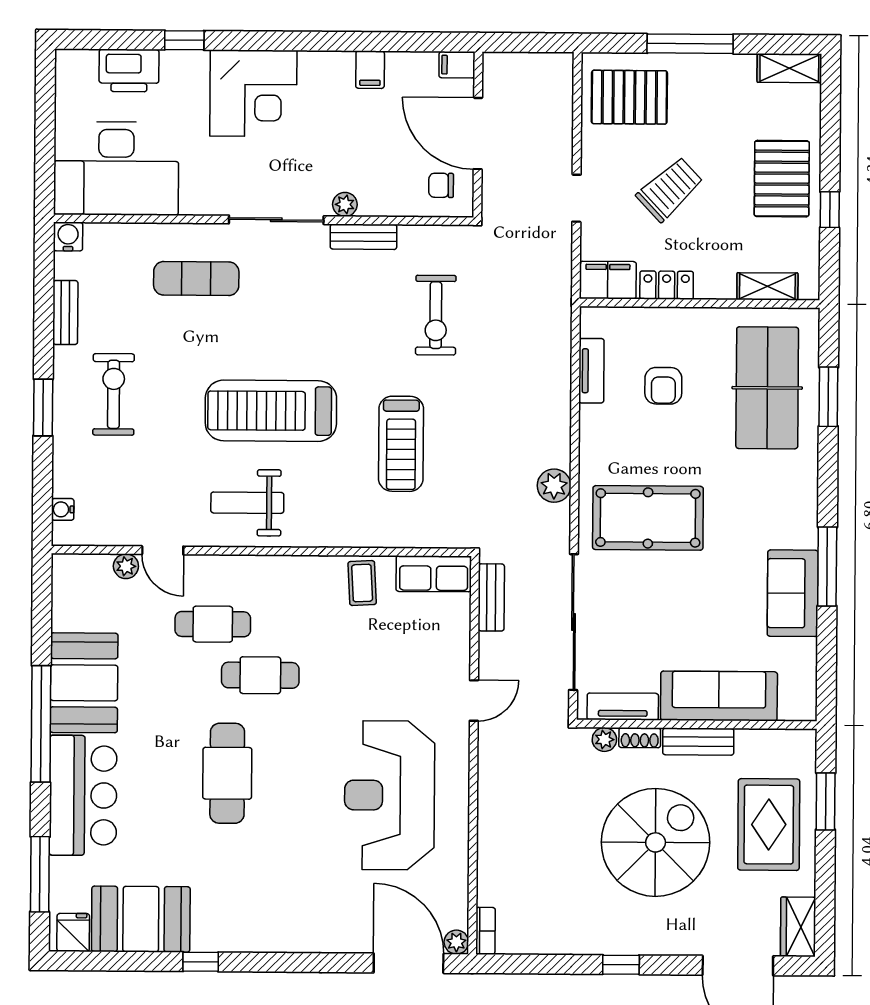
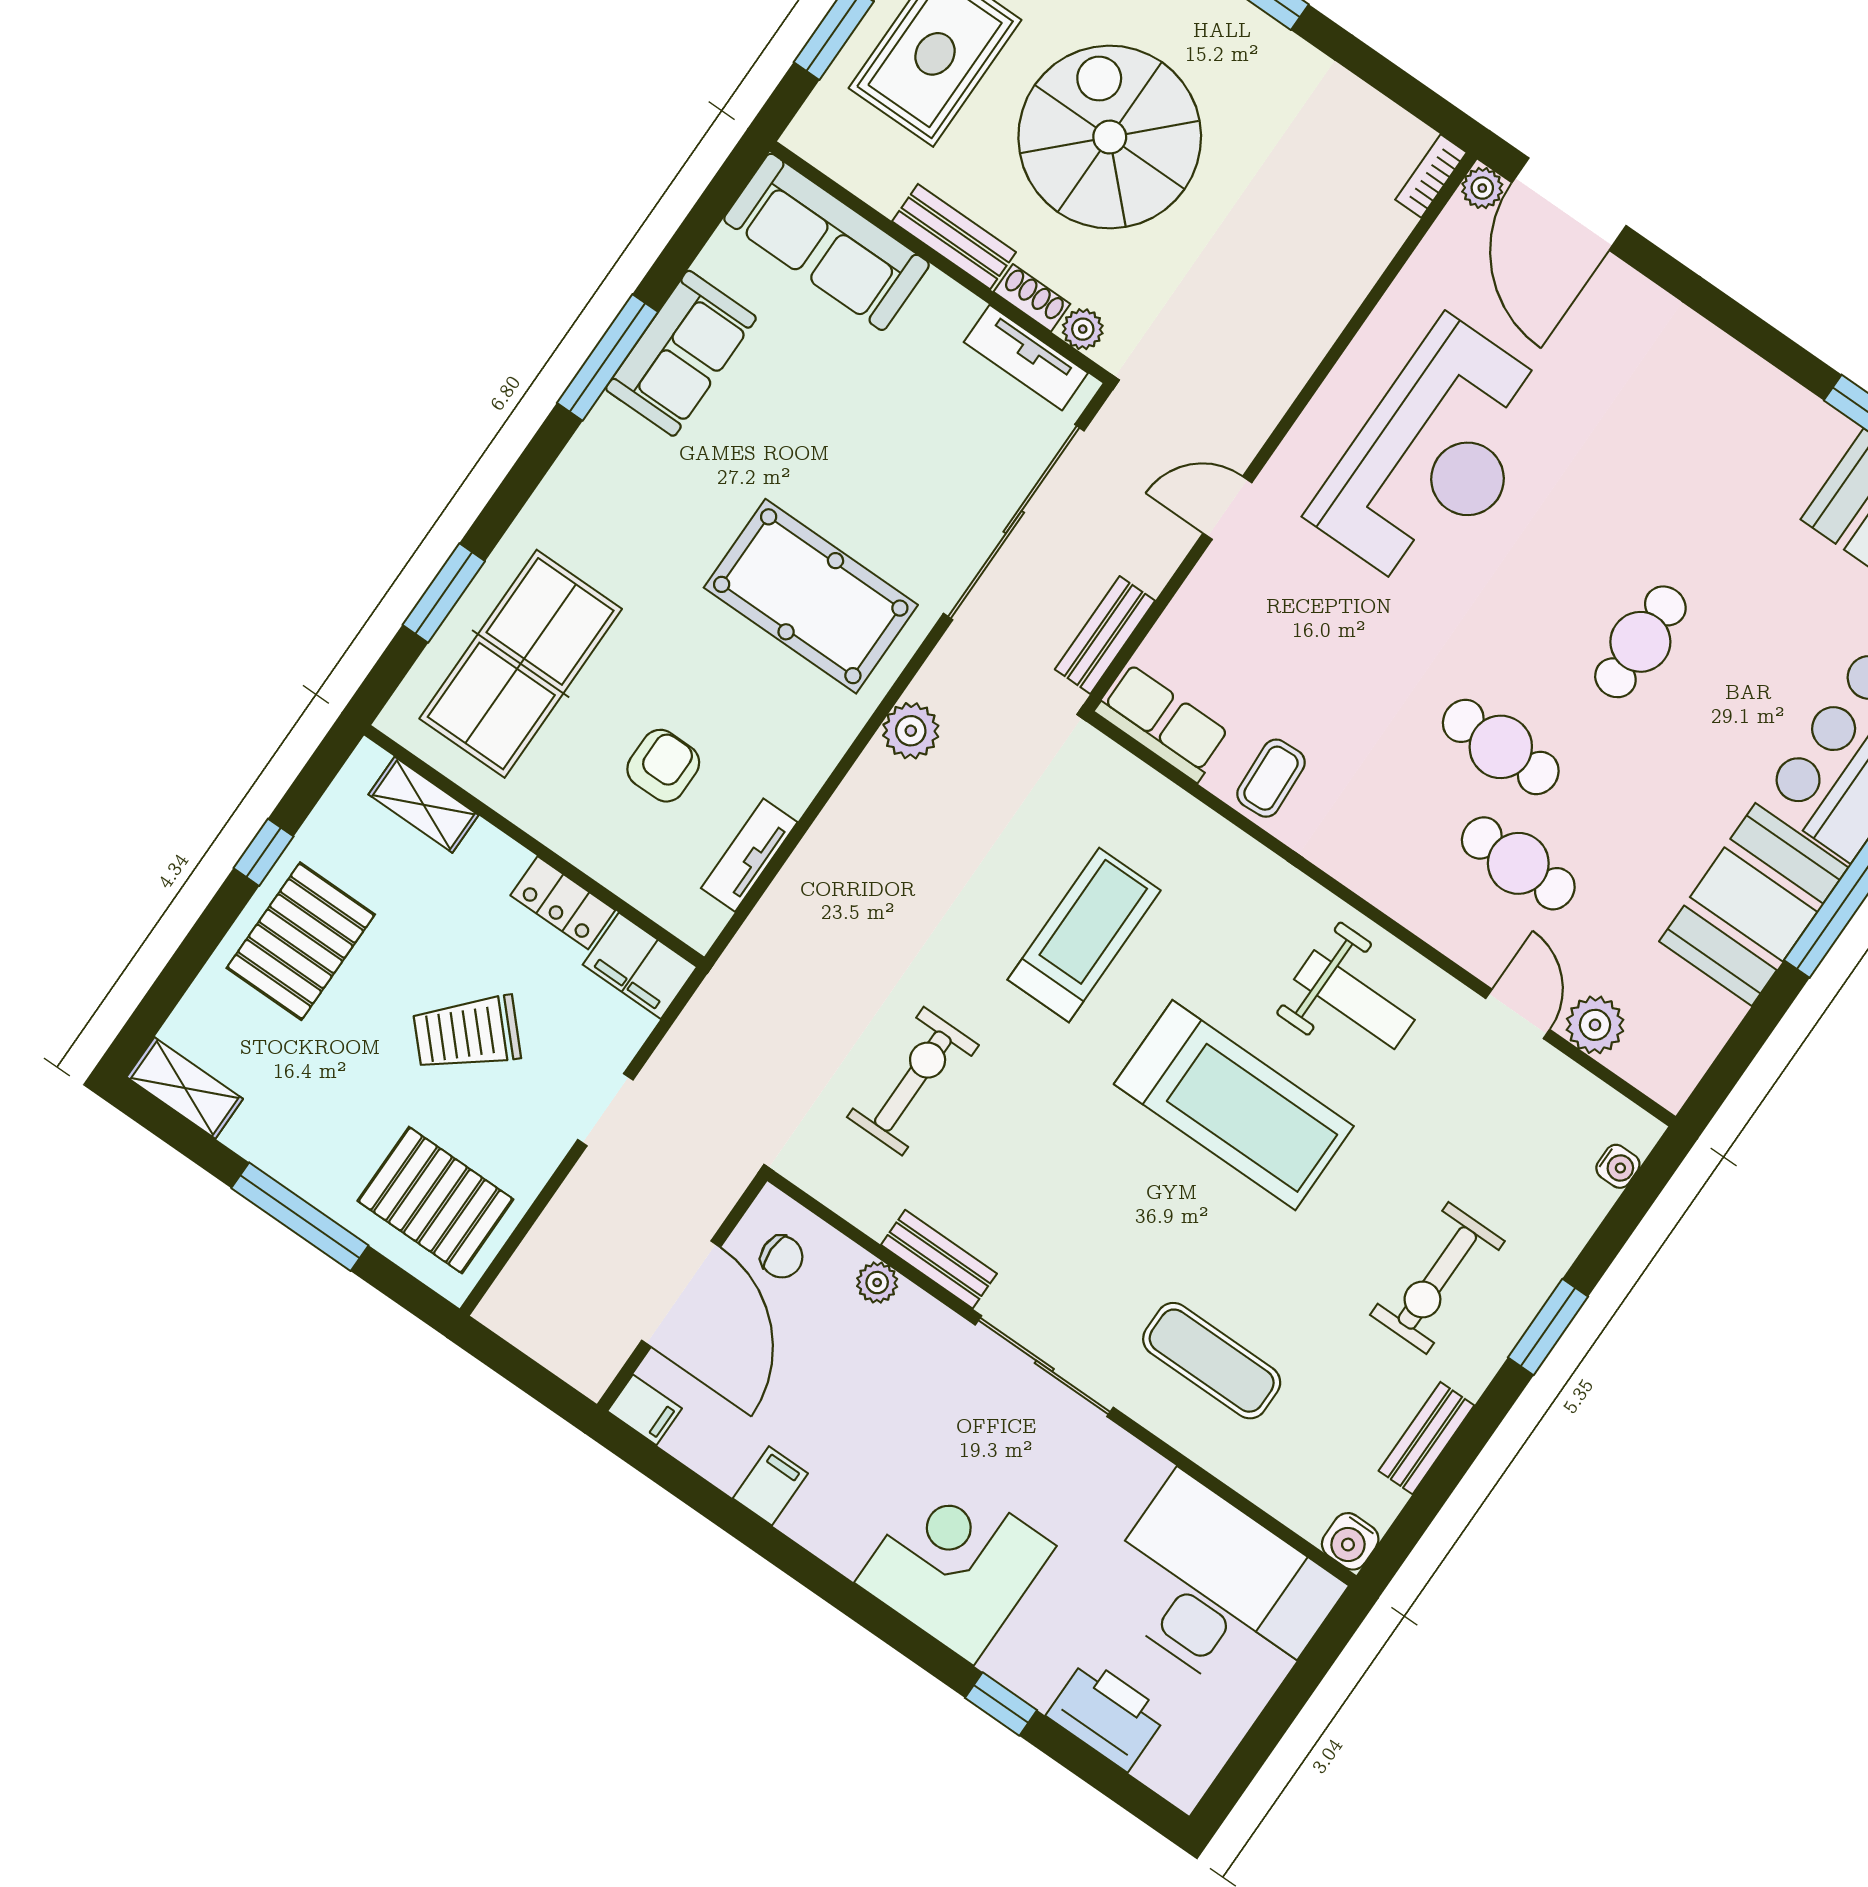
plant: (345, 204) -> (877, 1283), moved
plant: (126, 566) -> (1595, 1025), width x1.38, depth x1.38
sofa: (719, 696) -> (826, 242), moved
cafe table: (227, 773) -> (1640, 642), width x0.73, depth x0.74
spiral stairs: (656, 842) -> (1110, 137), turned 90

